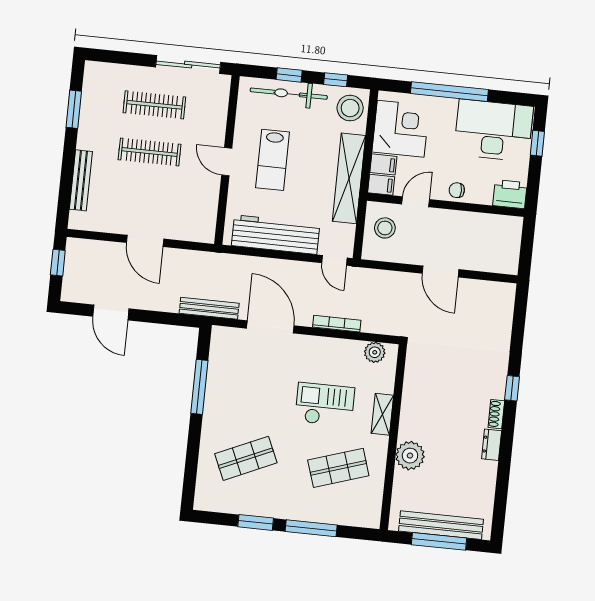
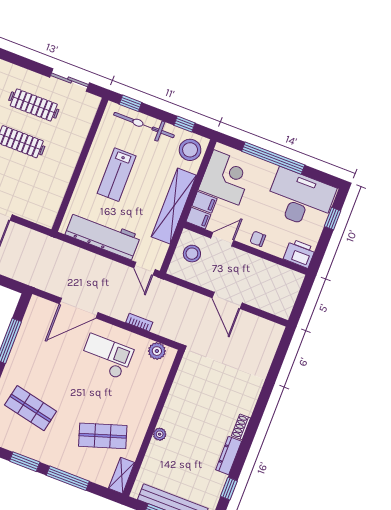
sliding door: (188, 65) -> (70, 80), width x0.73
window: (289, 75) -> (130, 103), moved
door: (227, 162) -> (79, 166), removed
bench: (209, 308) -> (34, 280), removed
bookcase: (337, 324) -> (139, 322), width x0.64
door: (270, 327) -> (79, 308), swing flipped
window: (512, 388) -> (229, 489), moved
checkout: (325, 405) -> (106, 357), moved
shelving: (382, 414) -> (122, 475), moved
dresser: (492, 445) -> (229, 456), width x1.44
plant: (410, 456) -> (160, 434), width x0.53, depth x0.53
shop shelf: (246, 458) -> (31, 408), turned 36

